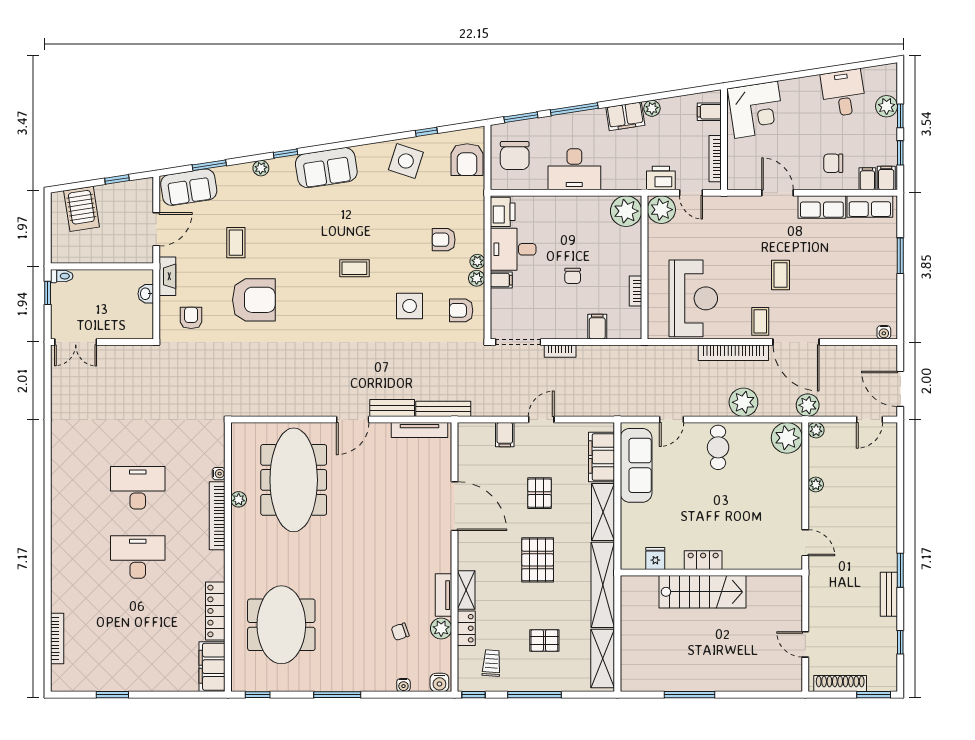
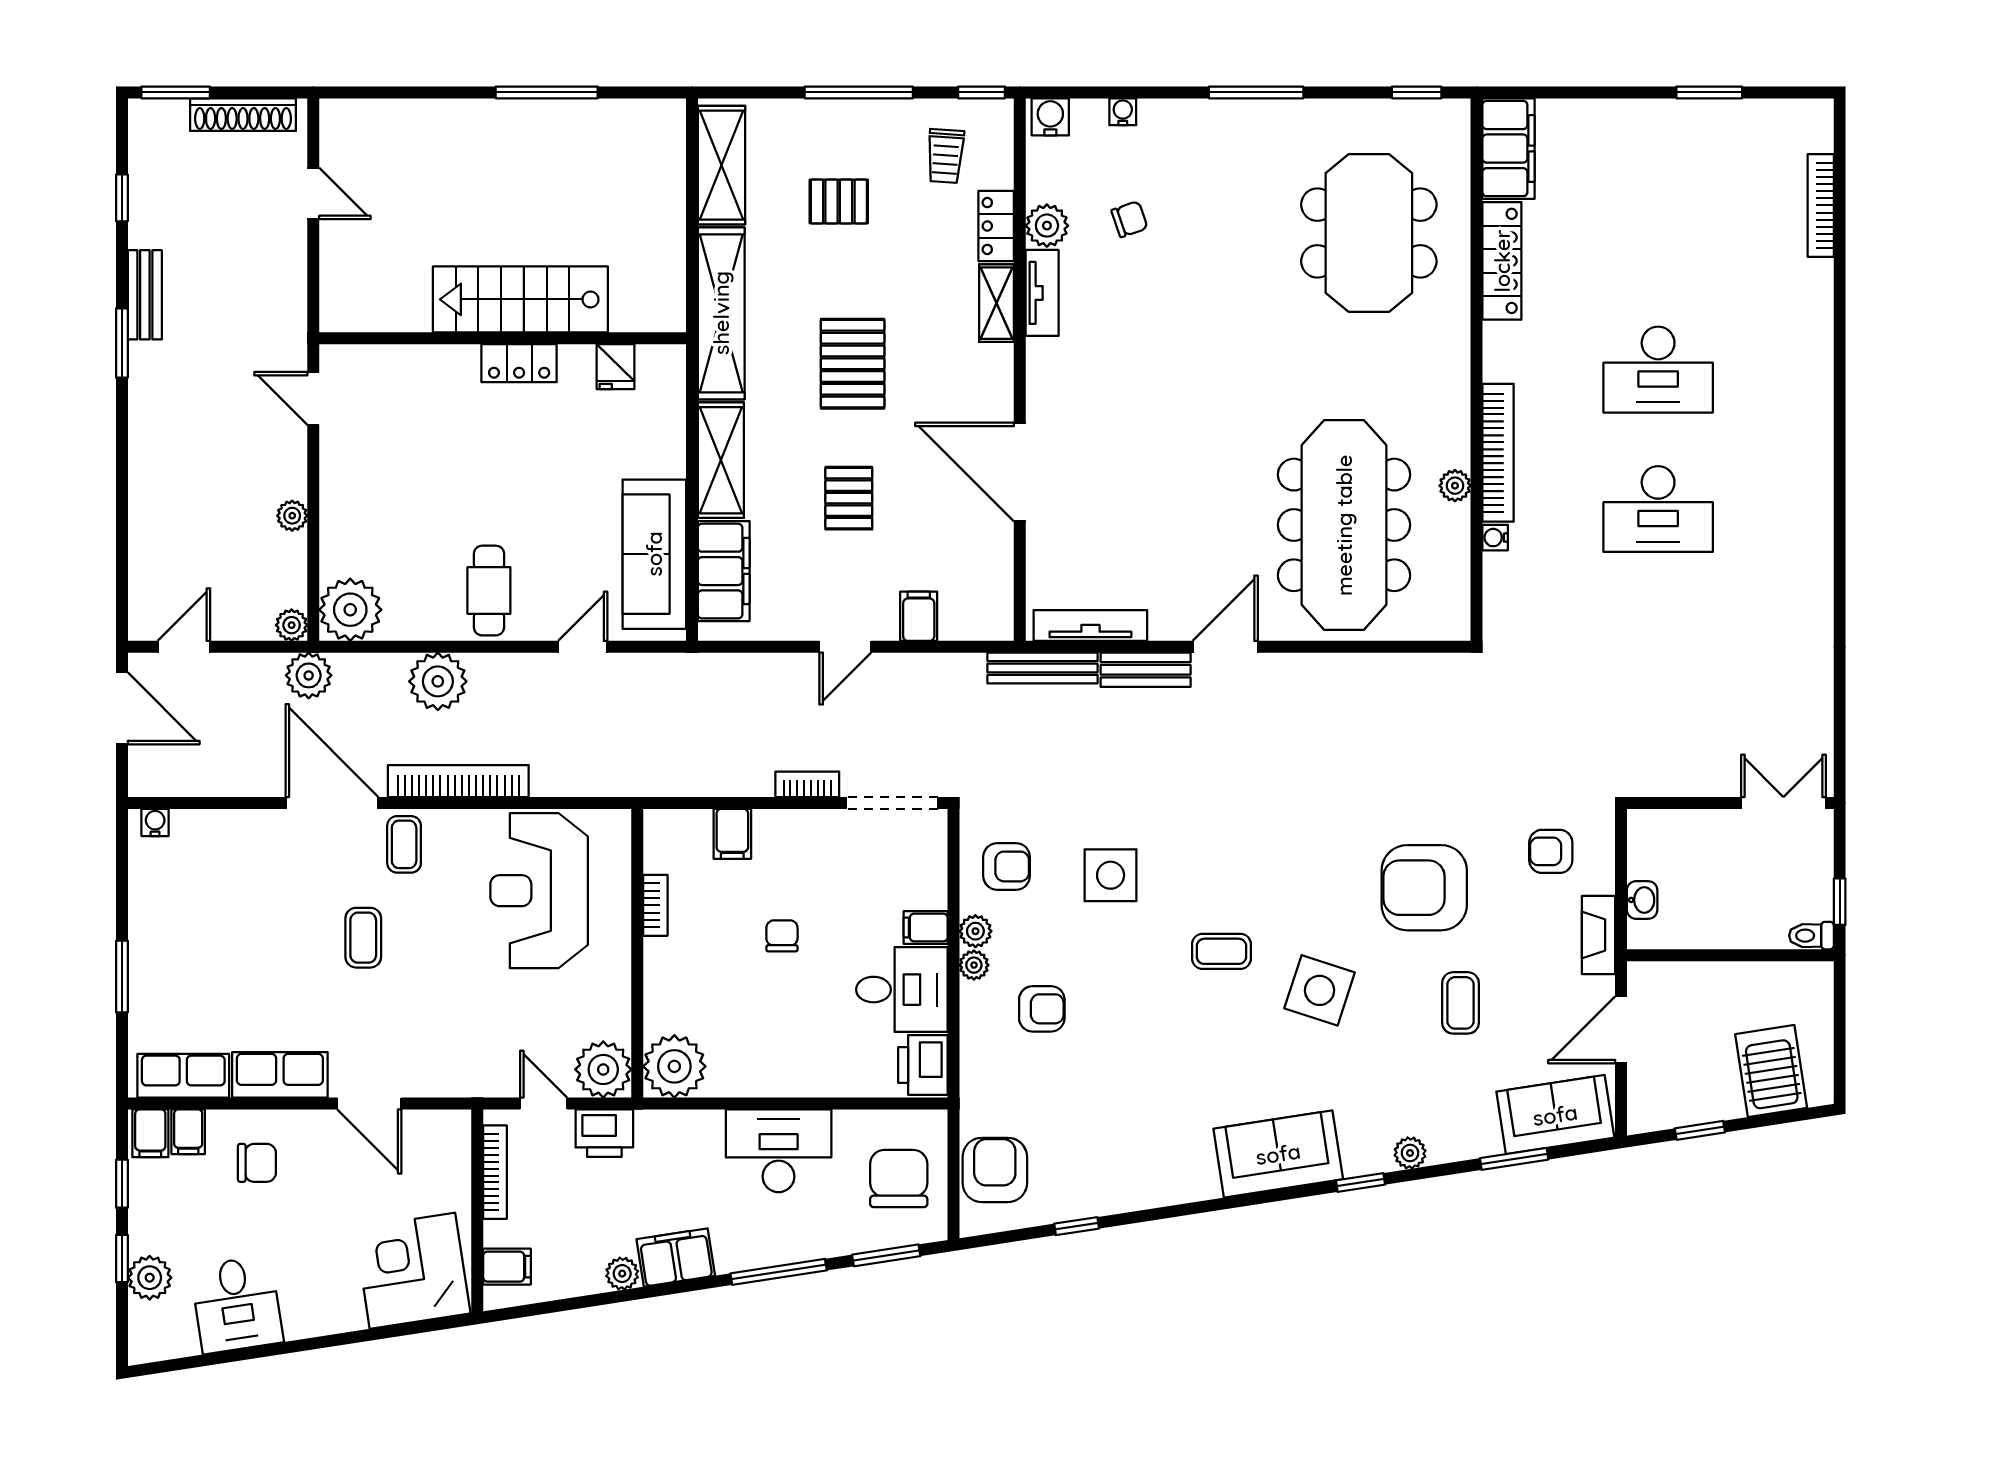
side table: (406, 161) -> (1320, 990), moved
armchair: (191, 318) -> (1551, 851), turned 90

